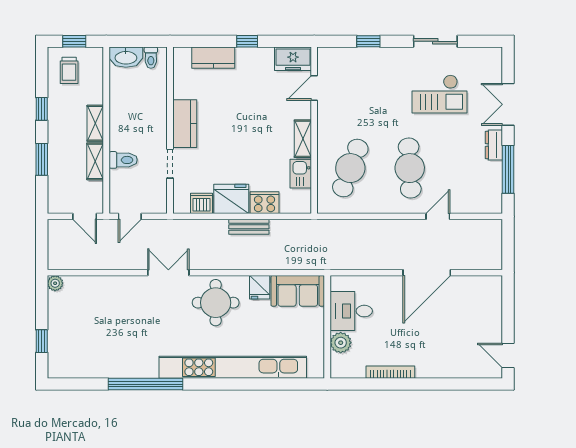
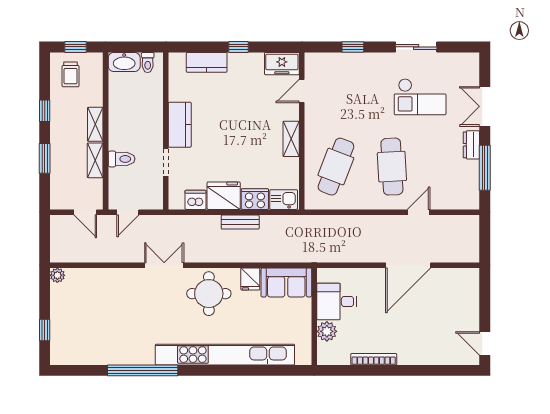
kitchen sink: (301, 174) -> (284, 200), moved, turned 90

